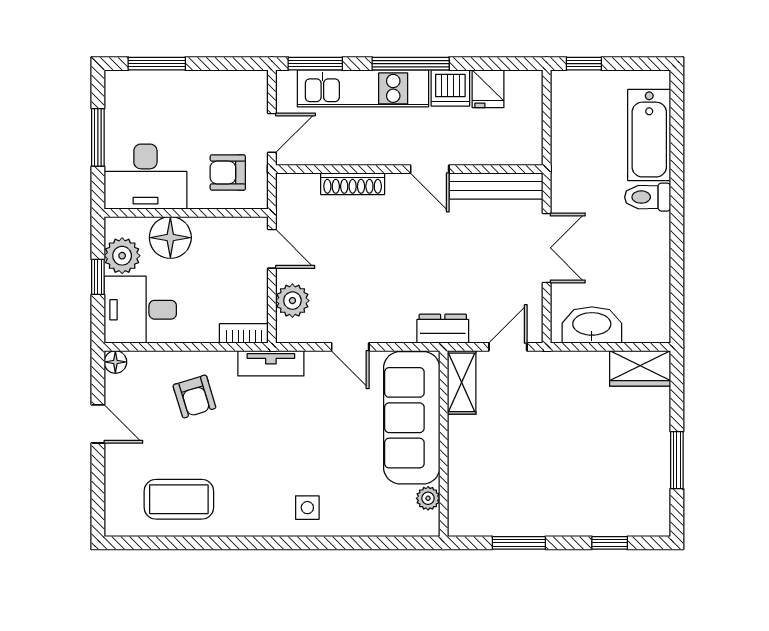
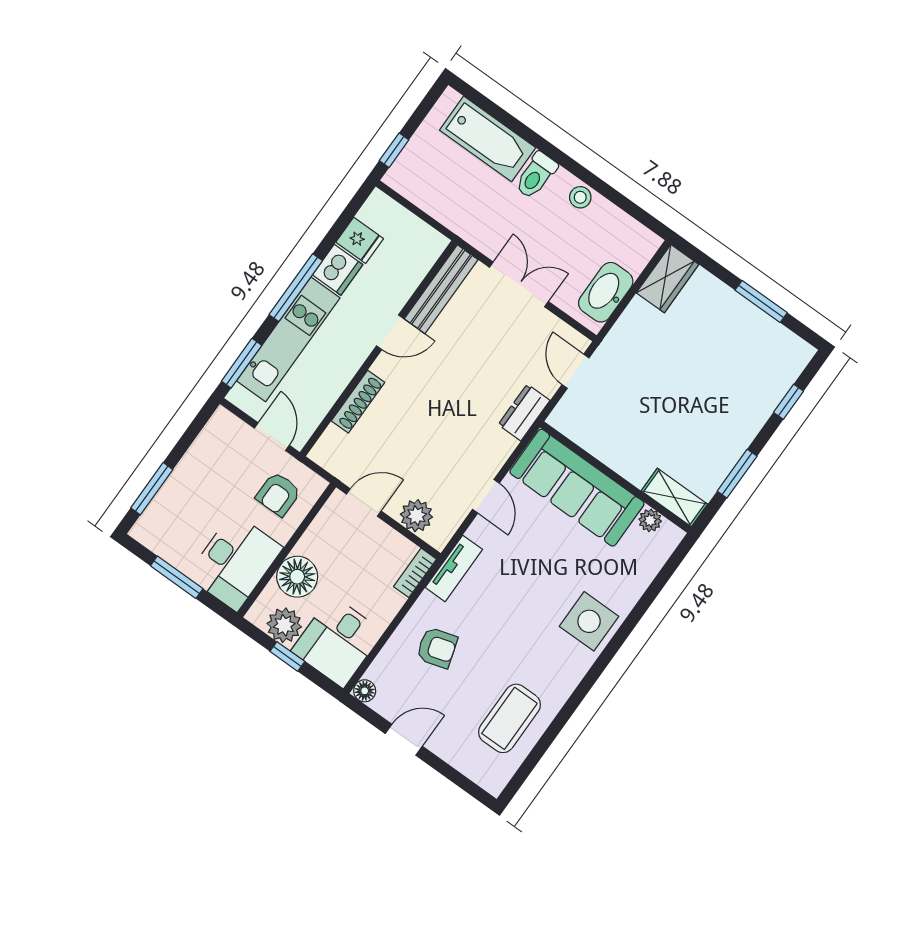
stool: (656, 247) -> (580, 197), added
door: (350, 347) -> (486, 496), hinge flipped
shelving: (462, 382) -> (674, 498), moved
side table: (307, 508) -> (589, 621), width x1.87, depth x1.87

